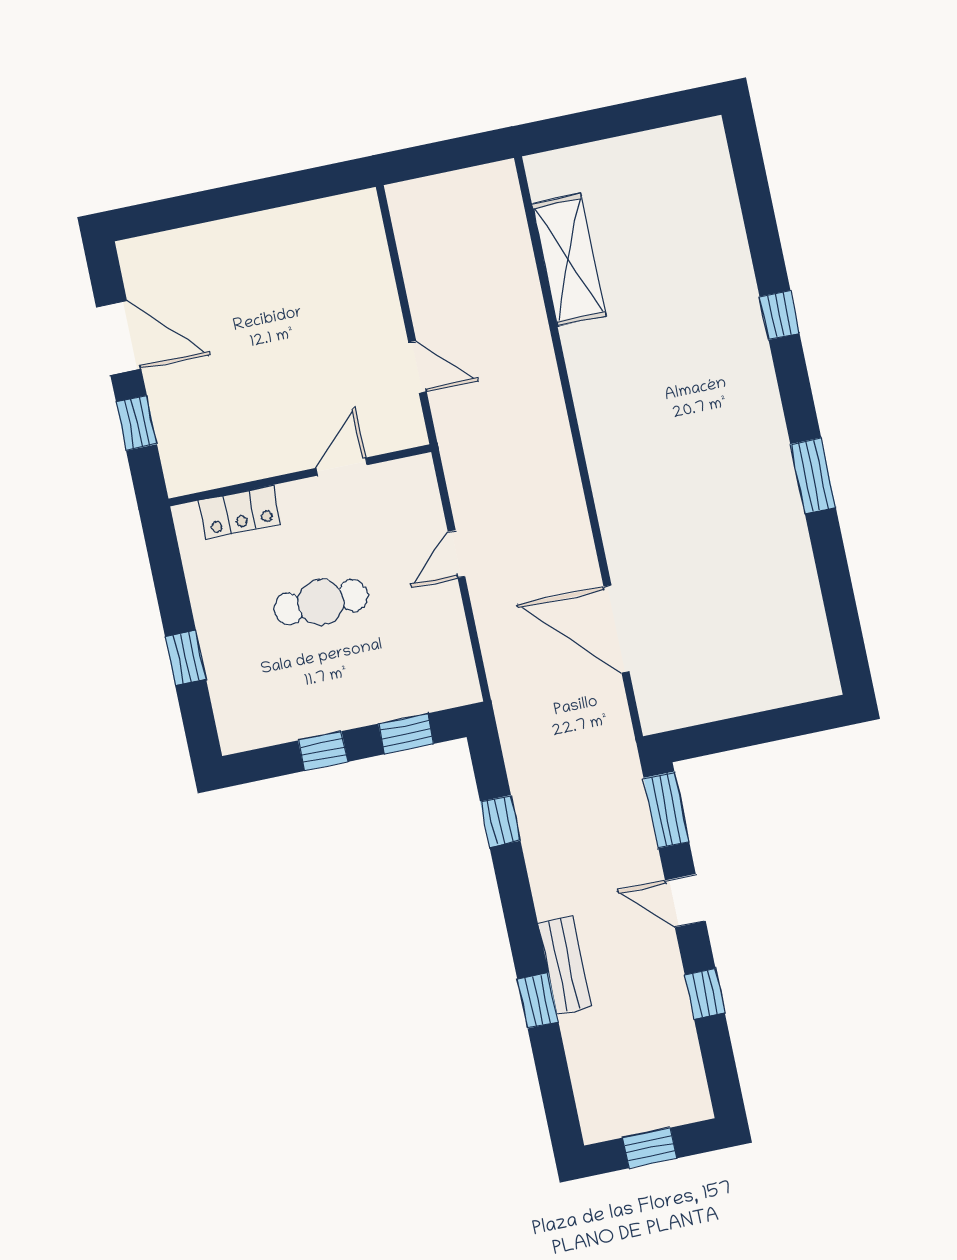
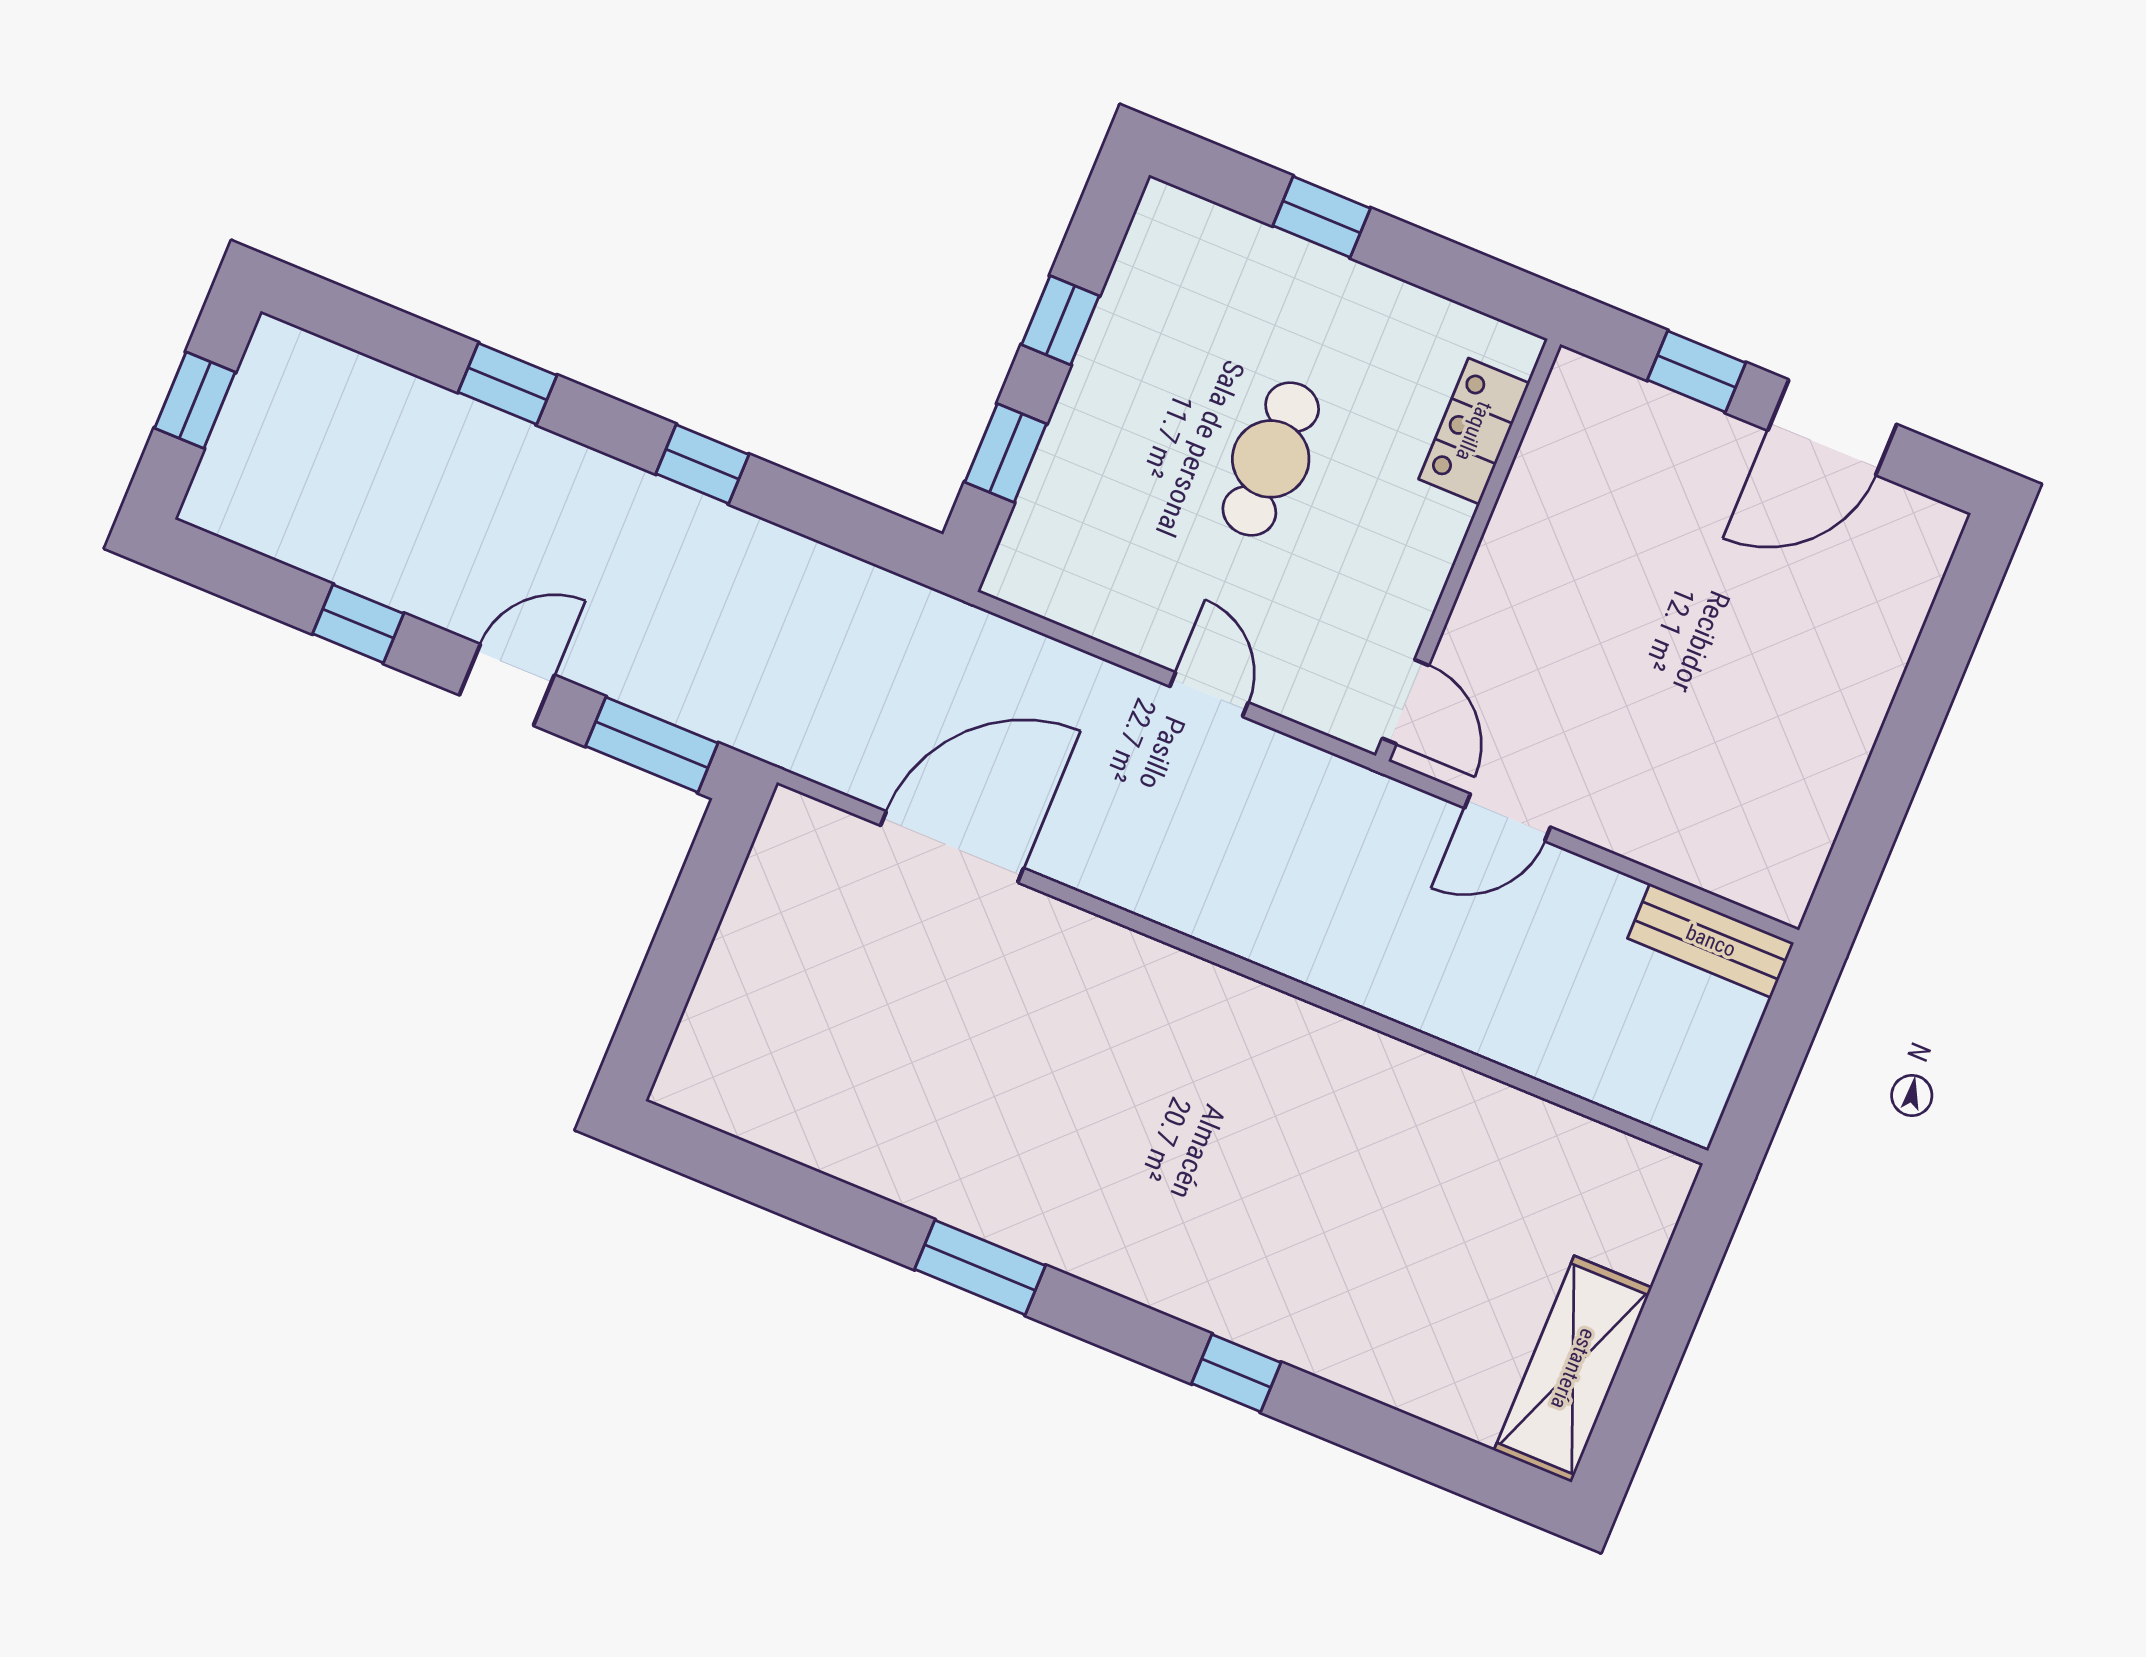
shelving: (569, 260) -> (1573, 1369), moved, turned 90
door: (342, 467) -> (1405, 702), moved
window: (500, 821) -> (702, 464), moved
bench: (564, 965) -> (1711, 941), moved

